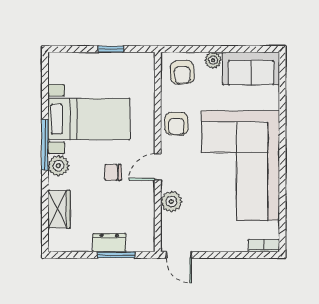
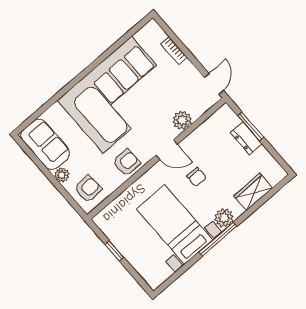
bookcase: (264, 246) -> (174, 50), moved

